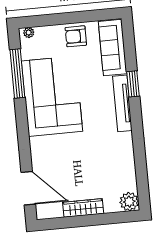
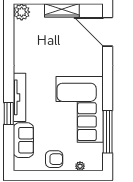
plant: (29, 33) -> (80, 166), moved
sofa: (113, 48) -> (23, 140), width x0.73

